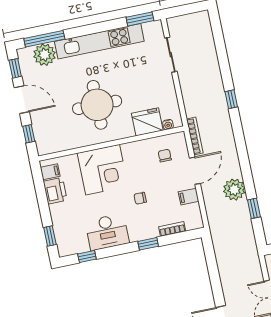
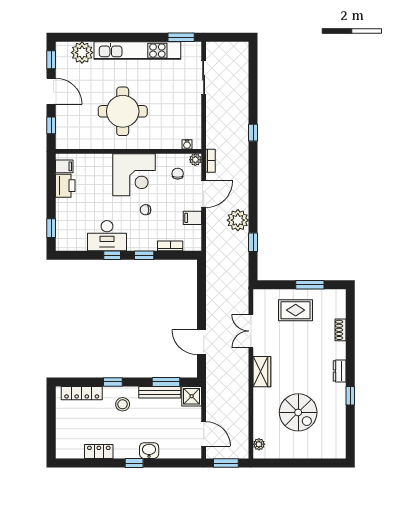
window: (44, 39) -> (85, 37), removed
fridge: (147, 122) -> (167, 138), removed
bookcase: (195, 136) -> (210, 161), width x0.64
plant: (179, 138) -> (195, 160), added
corner desk: (103, 170) -> (134, 175), moved
window: (87, 256) -> (112, 255), moved

